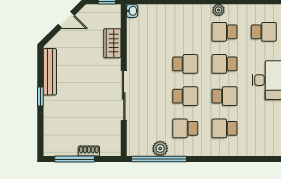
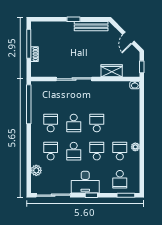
school desk: (185, 64) -> (97, 123), turned 180
plant: (160, 148) -> (36, 170), moved

